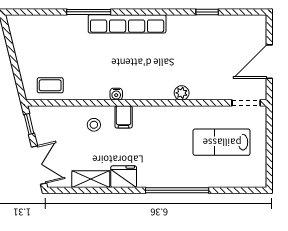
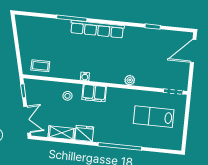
door: (269, 62) -> (193, 51), moved
filing cabinet: (124, 117) -> (94, 93), width x2.00

